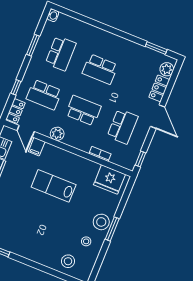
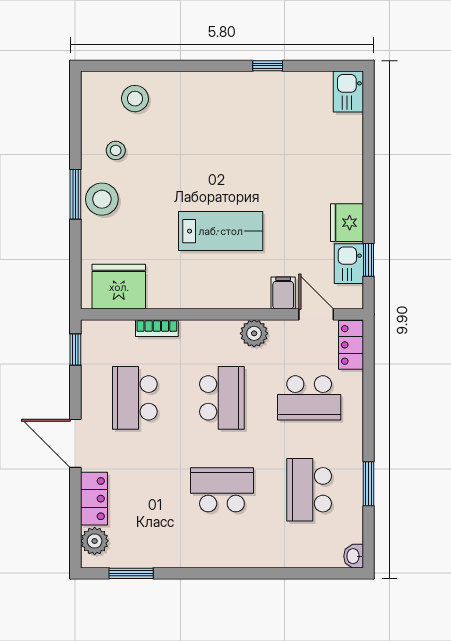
window: (16, 87) -> (368, 390), removed
school desk: (44, 95) -> (309, 398), turned 180
school desk: (83, 111) -> (222, 398), turned -90

